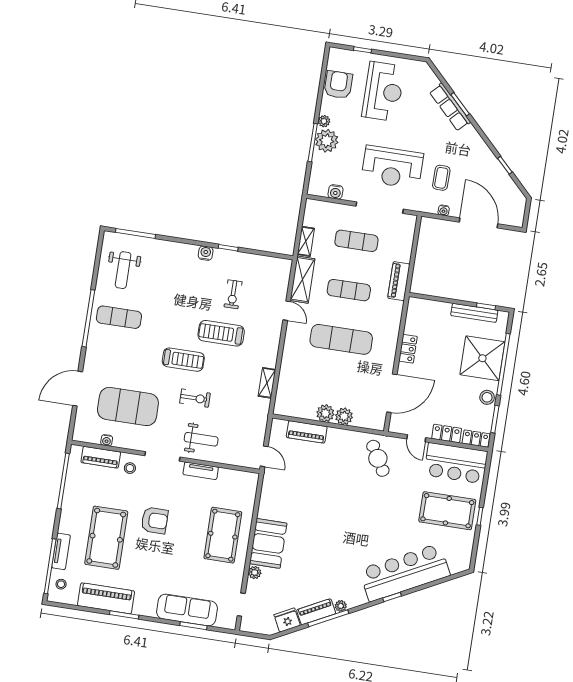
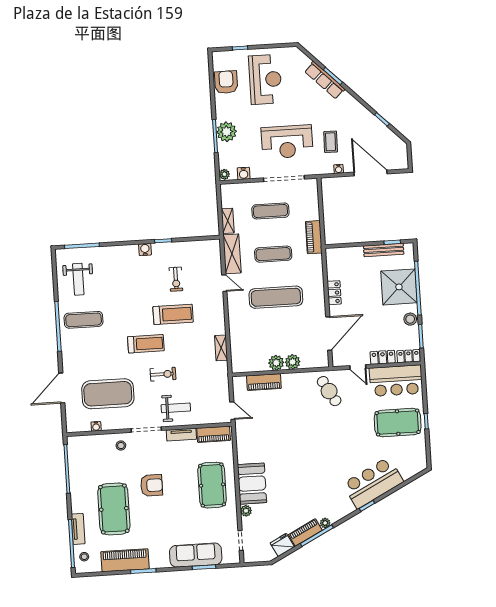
plant: (324, 121) -> (224, 174), moved
treadmill: (221, 333) -> (173, 314), turned 180
piano: (101, 457) -> (214, 434), moved
bar counter: (405, 572) -> (373, 483), width x0.73

